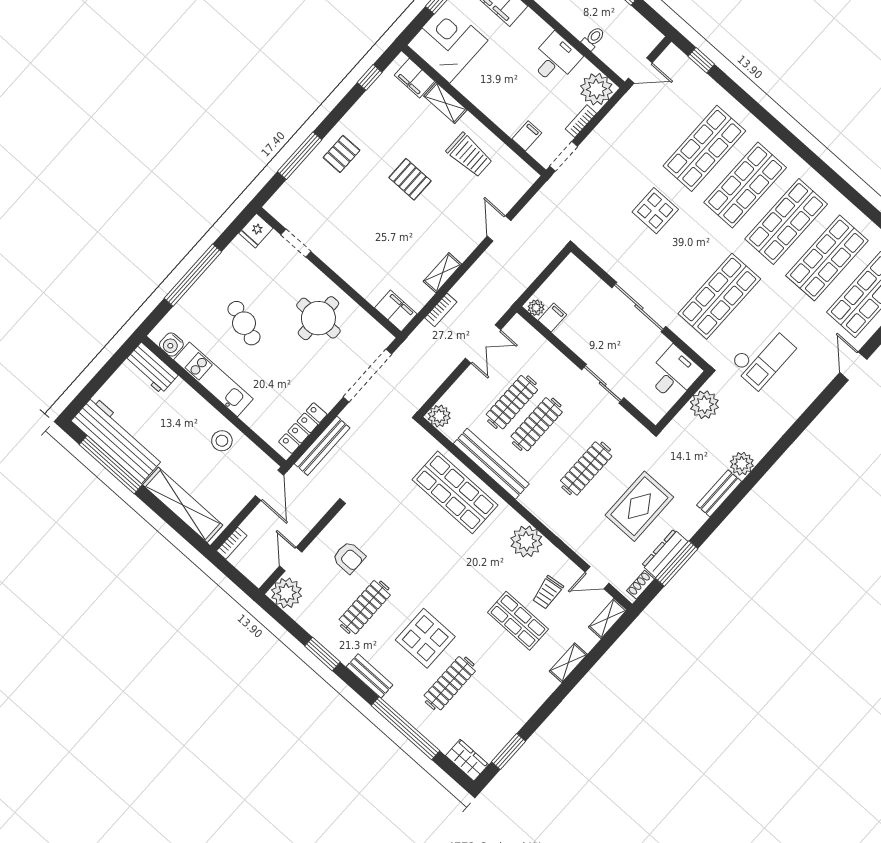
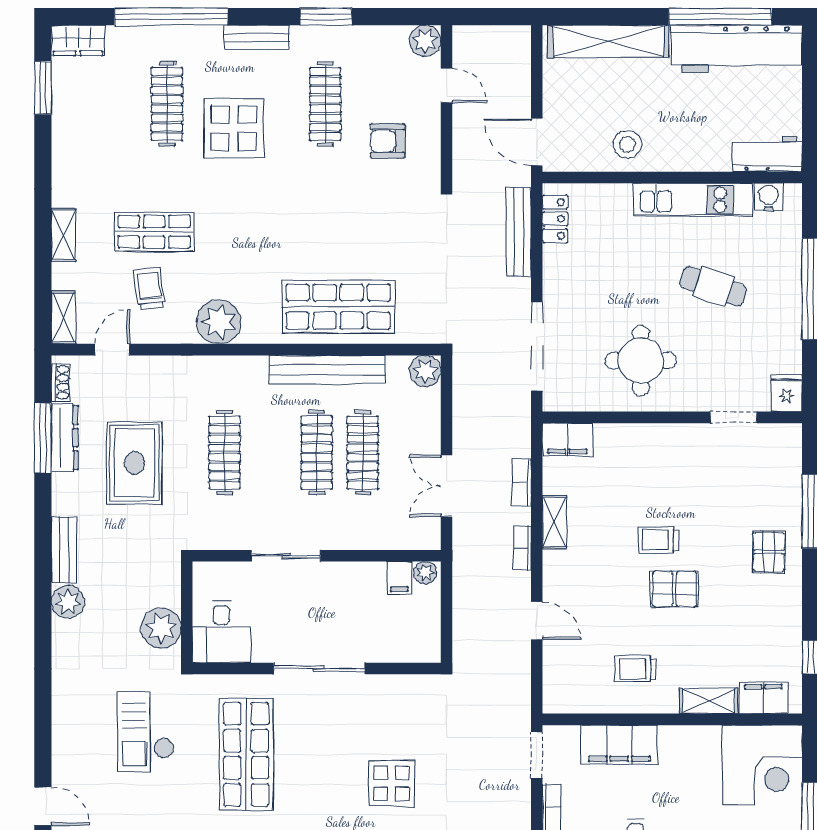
filing cabinet: (527, 136) -> (619, 745), width x3.00, depth x1.17
trolley: (469, 155) -> (636, 669), width x0.73, depth x0.72
trolley: (395, 213) -> (658, 540), added
locker: (303, 428) -> (555, 219), width x0.66
bookcase: (232, 543) -> (522, 548), moved
plant: (287, 593) -> (425, 41), width x0.73, depth x0.73

